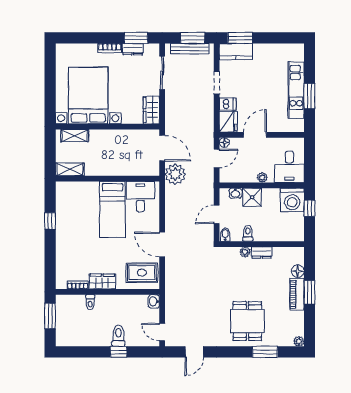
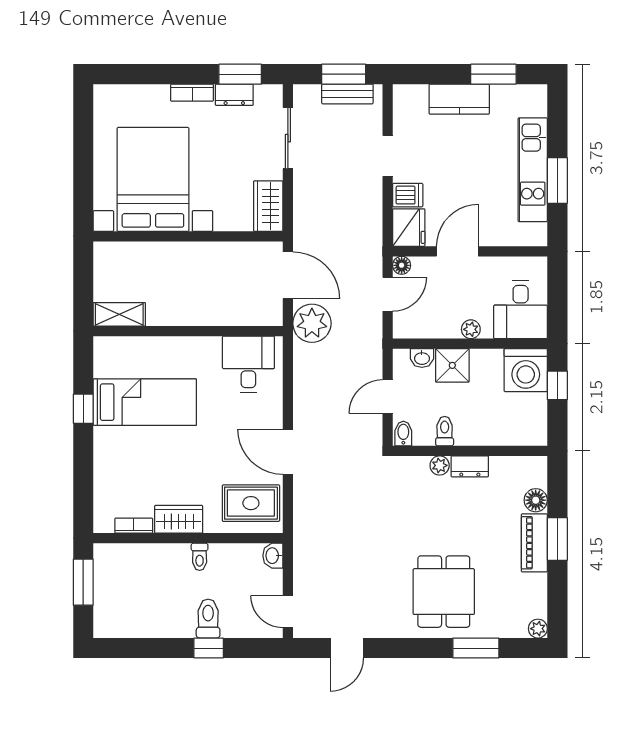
window: (240, 38) -> (493, 74), moved
bench: (190, 49) -> (347, 94), width x0.73
kitchen counter: (236, 52) -> (459, 99), moved
shelving: (75, 136) -> (128, 253), removed
bed: (112, 209) -> (145, 402), moved, turned -90
toilet: (90, 302) -> (200, 557), moved

